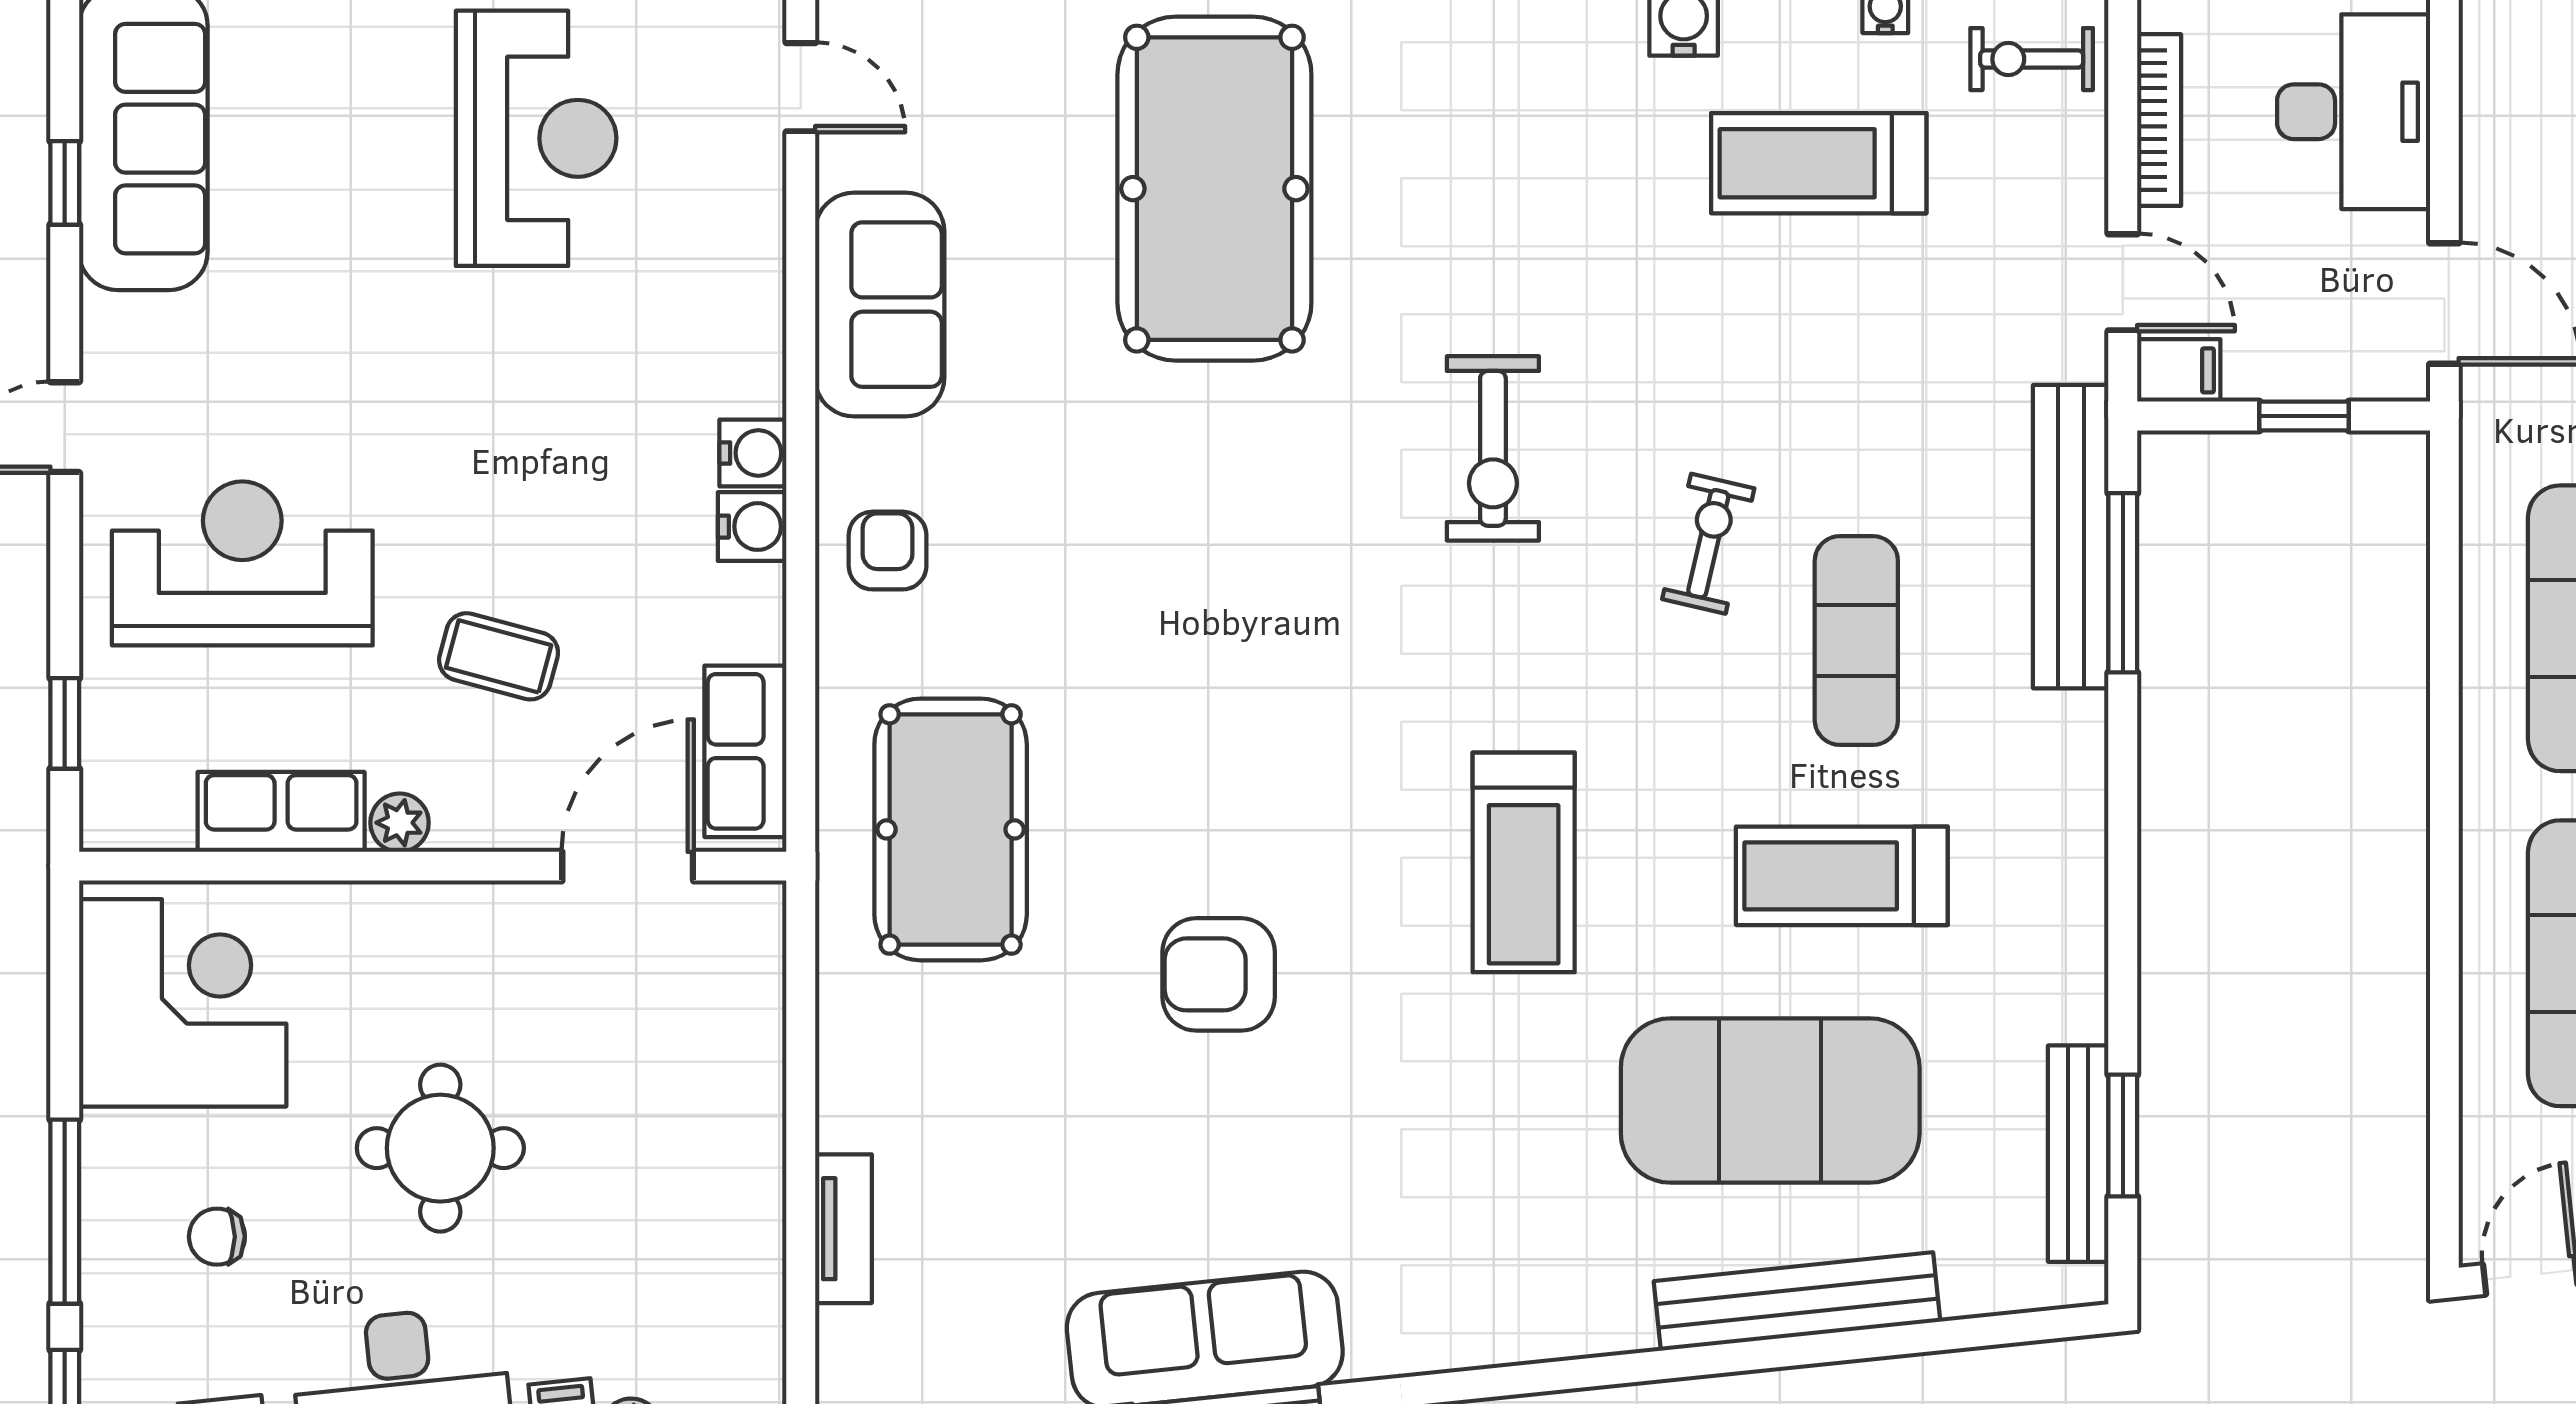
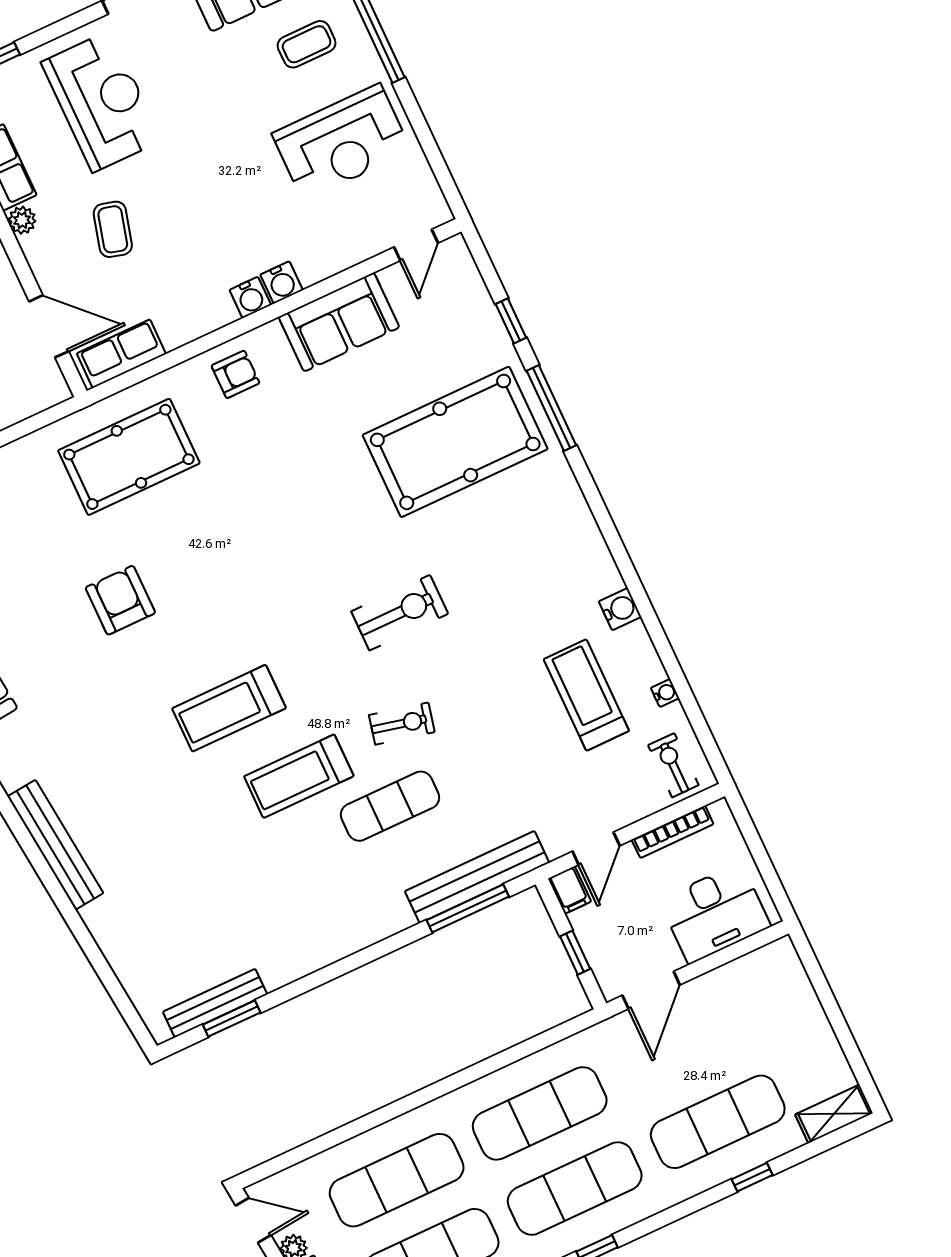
coffee table: (316, 118) -> (307, 44), added
exercise bike: (1493, 448) -> (400, 613), turned 180
water cooler: (752, 527) -> (282, 282), moved
treadmill: (1842, 876) -> (299, 776), moved, turned -90
exercise mat: (1770, 1100) -> (176, 861), removed
bench: (1797, 1301) -> (55, 845), moved

